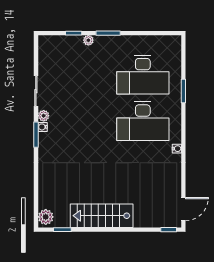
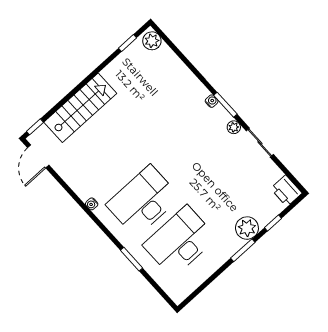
plant: (88, 40) -> (247, 228), width x1.88, depth x1.88
printer: (47, 46) -> (286, 191), added
water cooler: (43, 127) -> (212, 101), moved
stairs: (102, 216) -> (80, 108), moved

